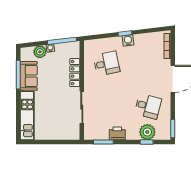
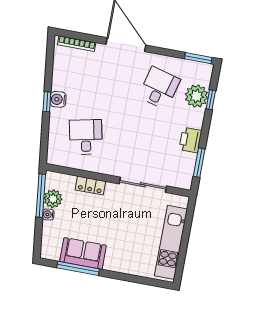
plant: (40, 52) -> (53, 199), moved
locker: (75, 73) -> (90, 186), width x0.66
kitchen unit: (27, 116) -> (171, 242), moved, turned -90

